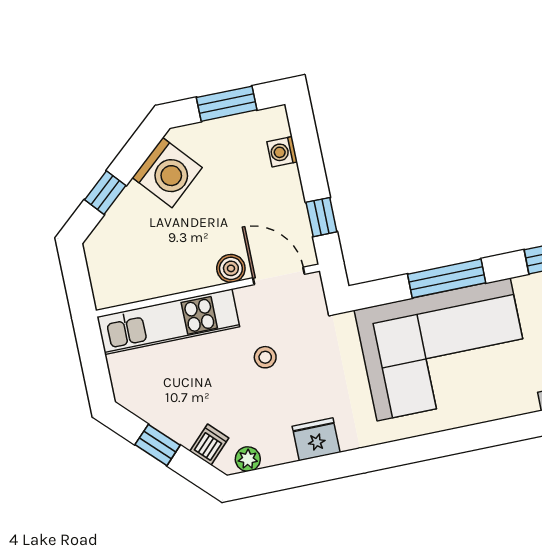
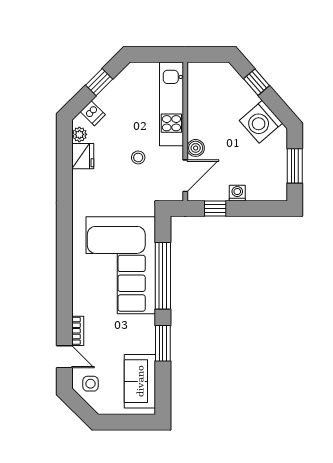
washing machine: (282, 152) -> (237, 193), moved
window: (447, 278) -> (163, 276), width x1.46
fridge: (316, 439) -> (83, 156), moved

